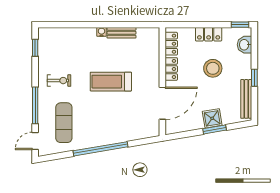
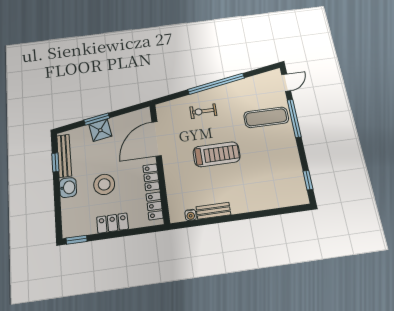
water cooler: (101, 32) -> (191, 215), moved
washbasin: (245, 45) -> (68, 188), moved
window: (254, 78) -> (55, 162), moved
exercise bike: (59, 81) -> (203, 111), moved
exercise mat: (64, 123) -> (266, 117), moved, turned 90

